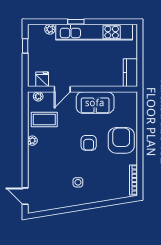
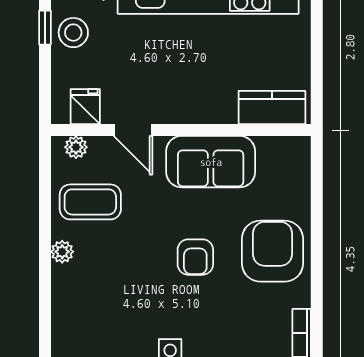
stool: (37, 48) -> (73, 33), added
kitchen counter: (130, 73) -> (272, 108), moved, turned 90
door: (62, 89) -> (133, 130), hinge flipped

